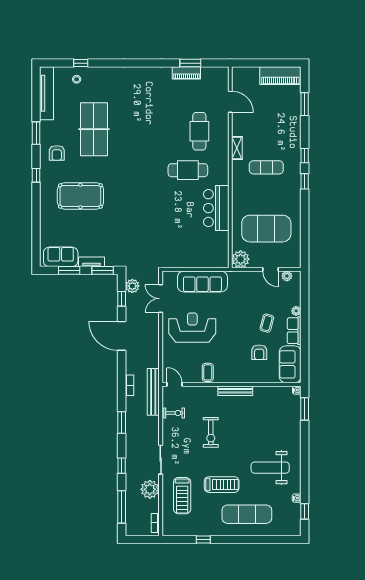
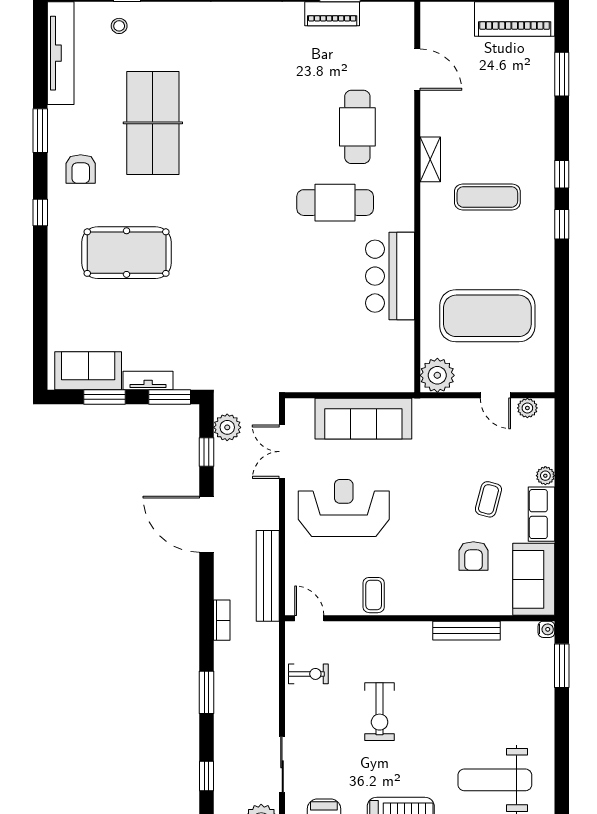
bench: (235, 391) -> (466, 631), moved
bench: (153, 392) -> (268, 576), moved

